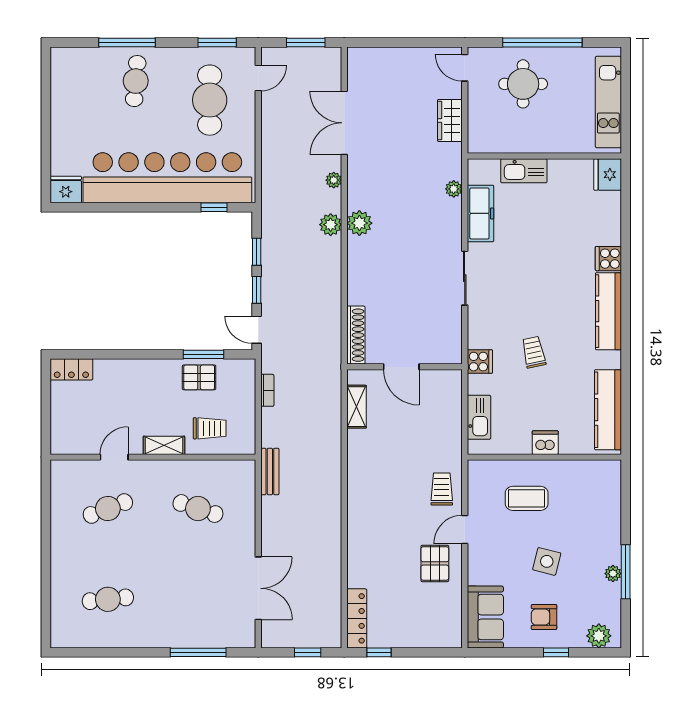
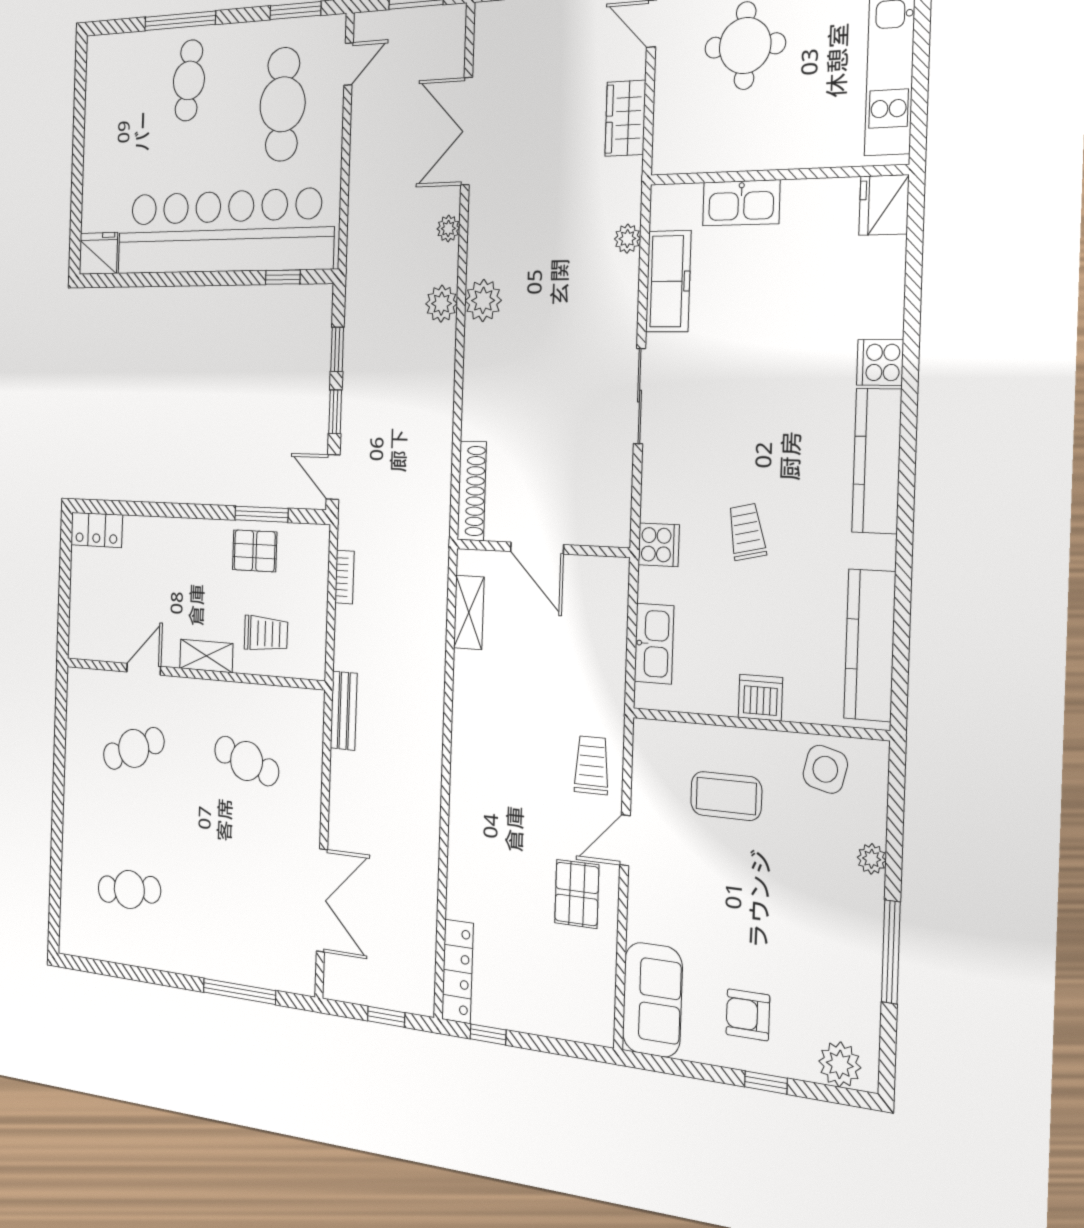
side table: (547, 561) -> (825, 769), moved
plant: (613, 574) -> (872, 859), moved

